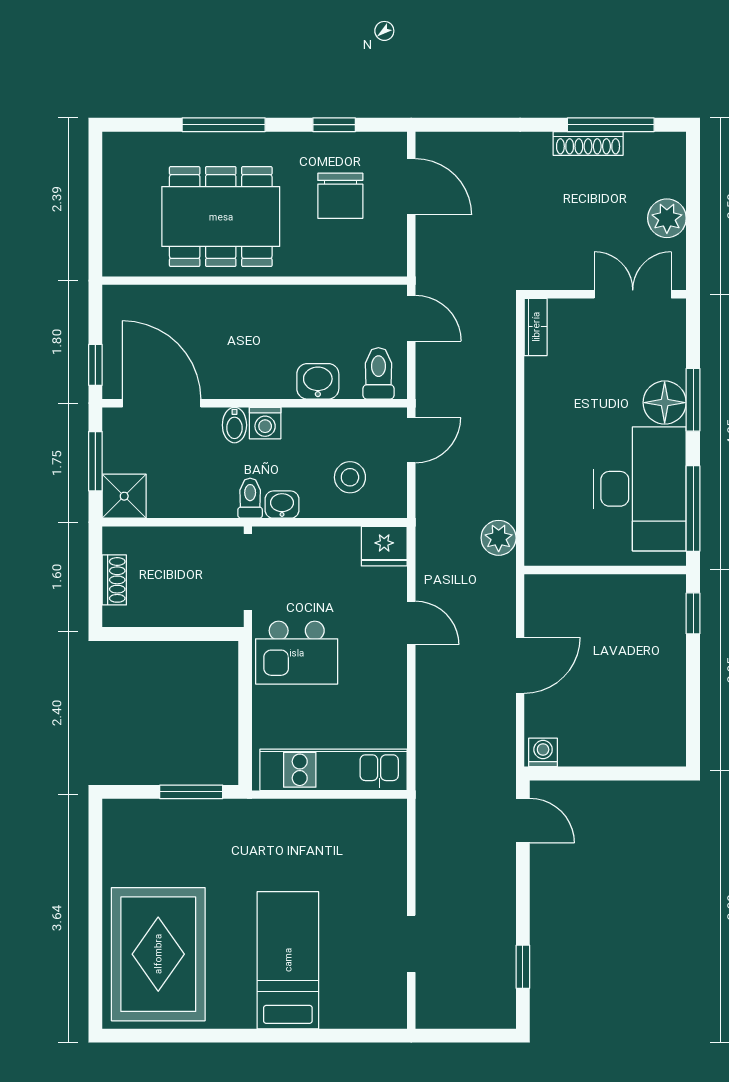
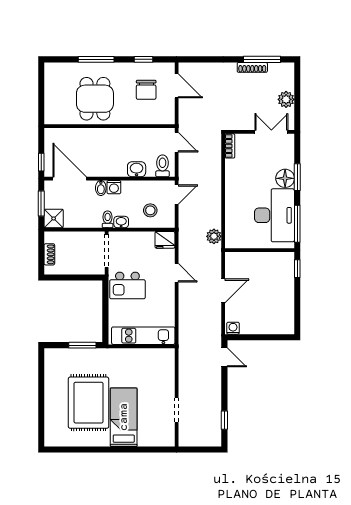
dining table: (221, 217) -> (95, 99), width x0.73
rug: (158, 954) -> (89, 403), moved

